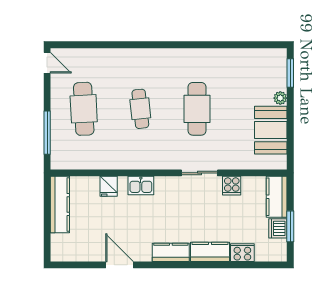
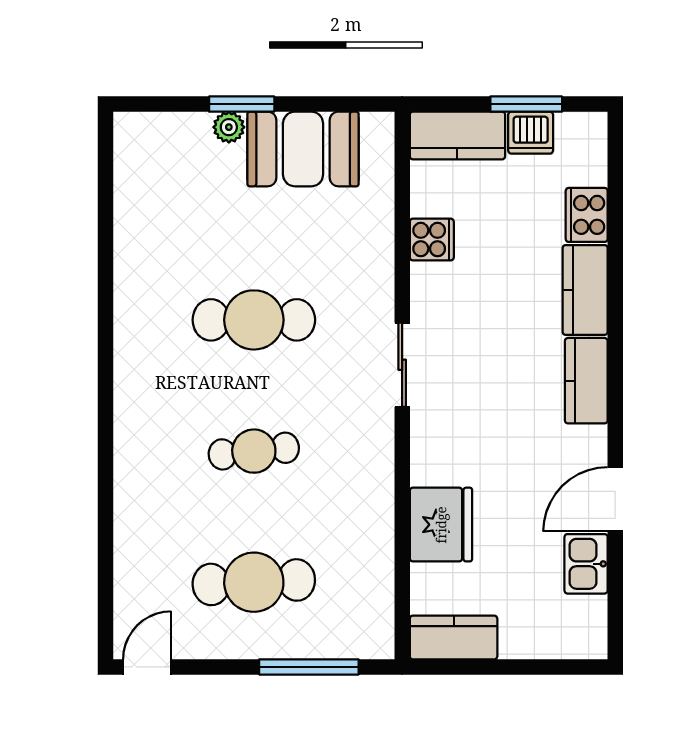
window: (290, 73) -> (242, 104), moved
sliding door: (200, 173) -> (402, 365), moved
fridge: (109, 186) -> (441, 525), width x1.88, depth x1.34
kitchen sink: (141, 186) -> (586, 564), moved, turned 180
kitchen counter: (60, 205) -> (454, 638), width x0.67

